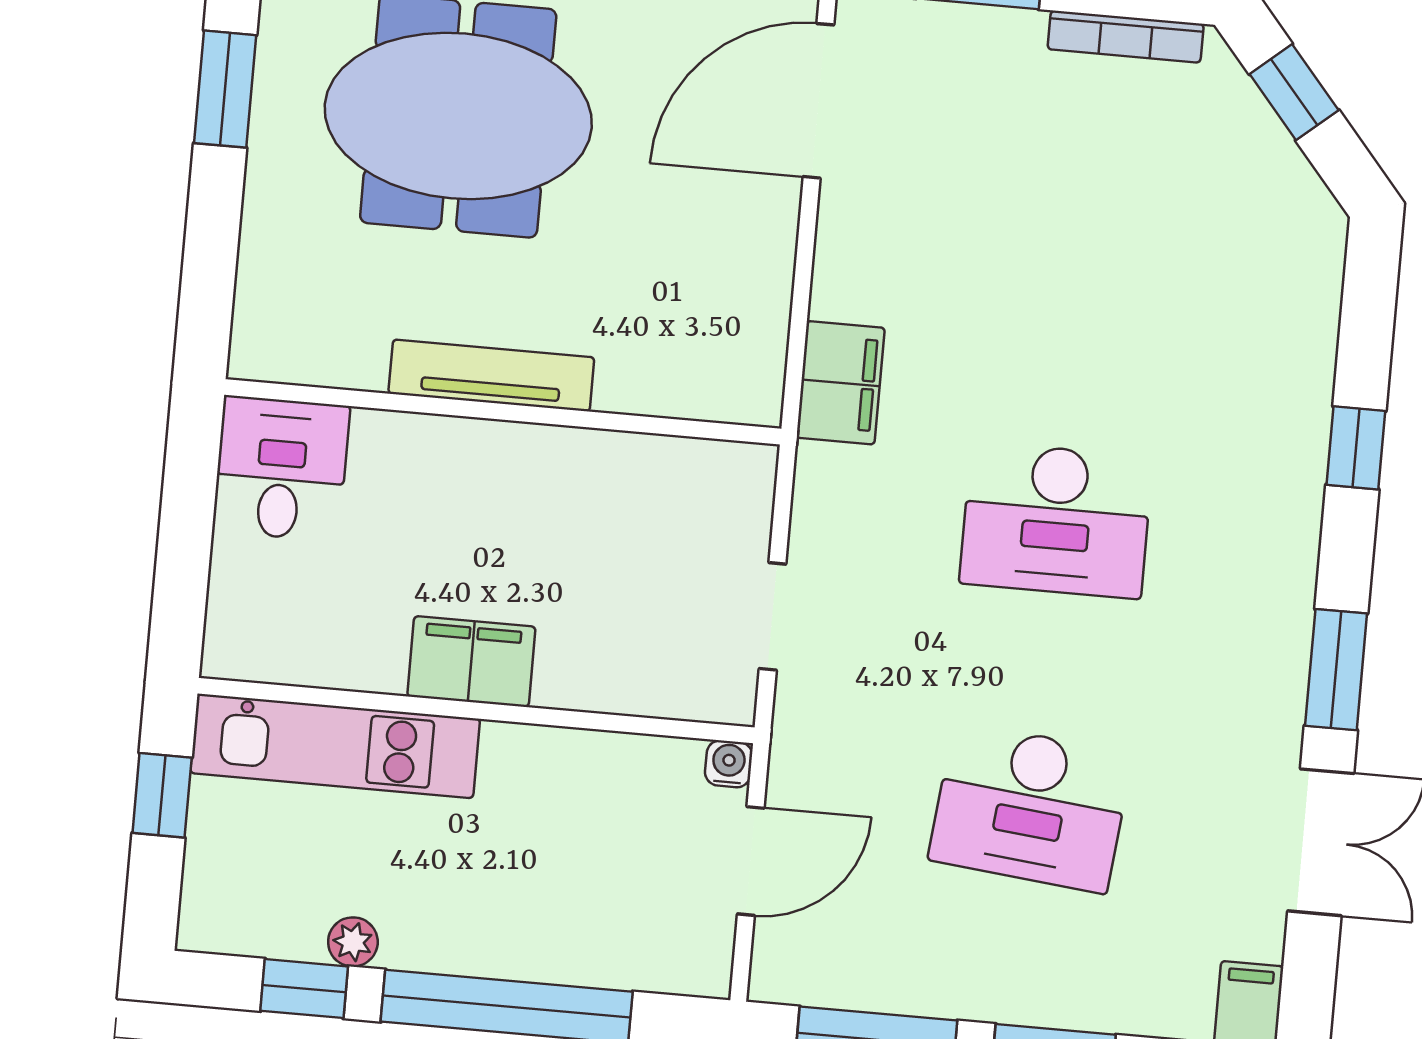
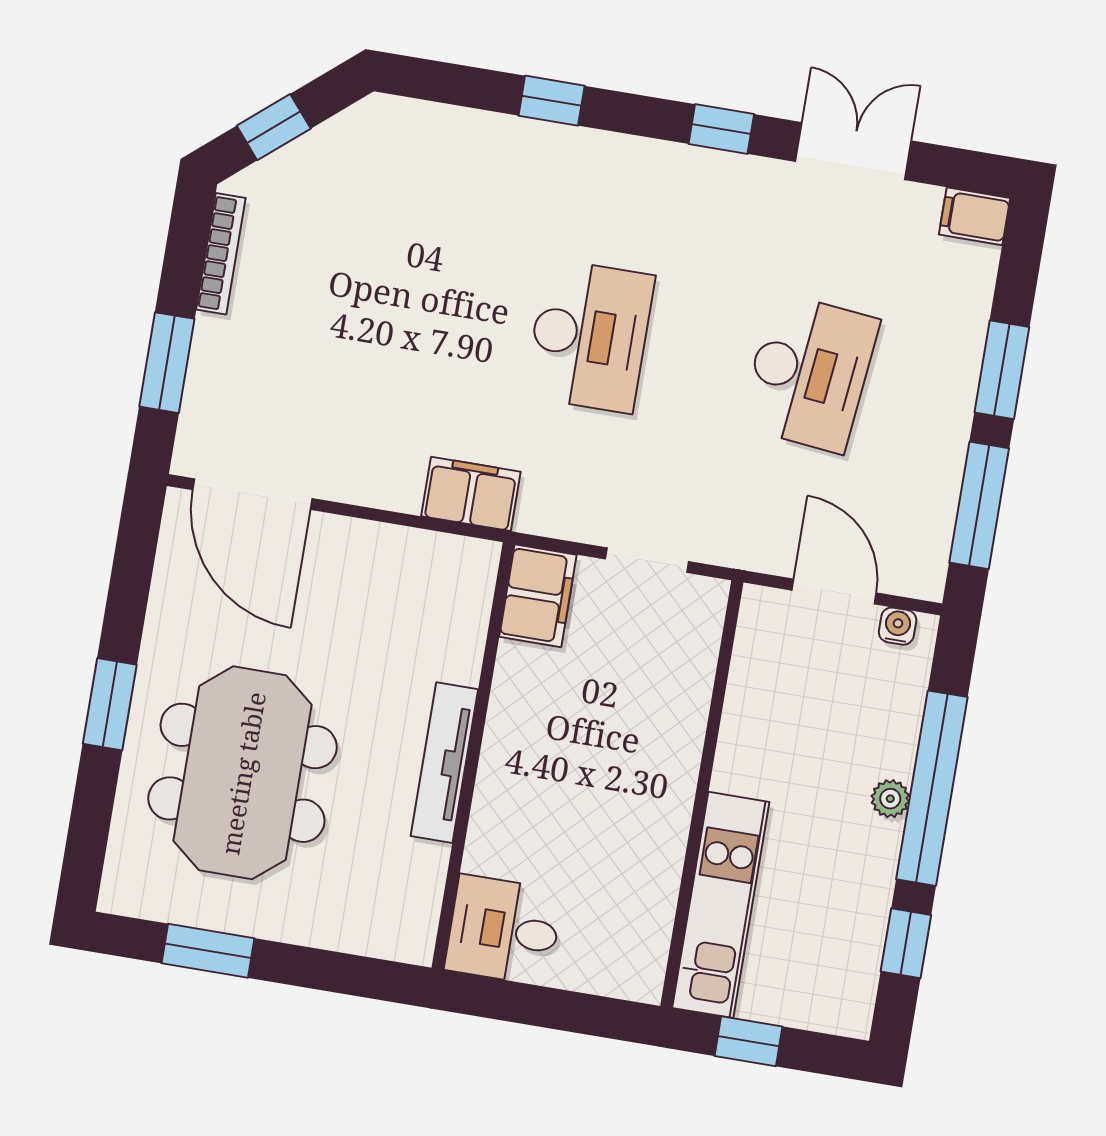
filing cabinet: (471, 662) -> (538, 596), moved, turned 180
window: (1336, 670) -> (721, 129), width x0.67
water cooler: (729, 764) -> (898, 626), moved, turned 90
plant: (353, 942) -> (890, 799), moved

